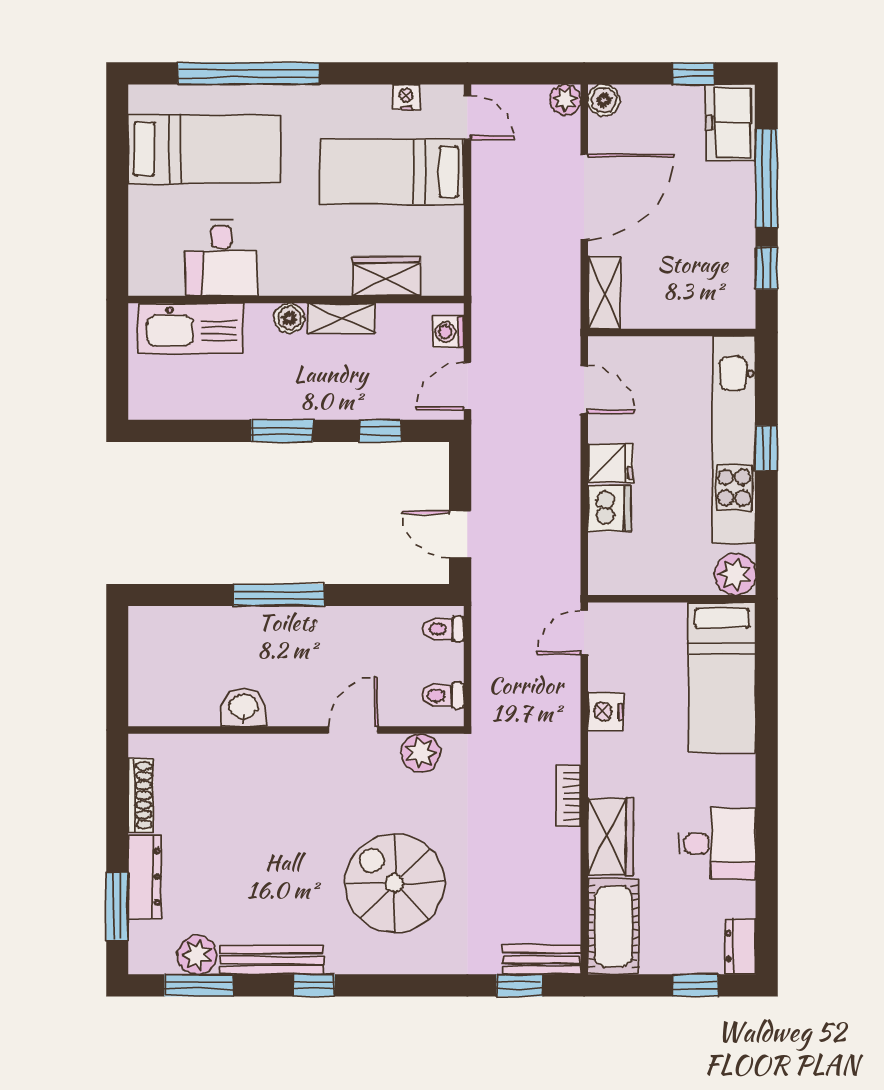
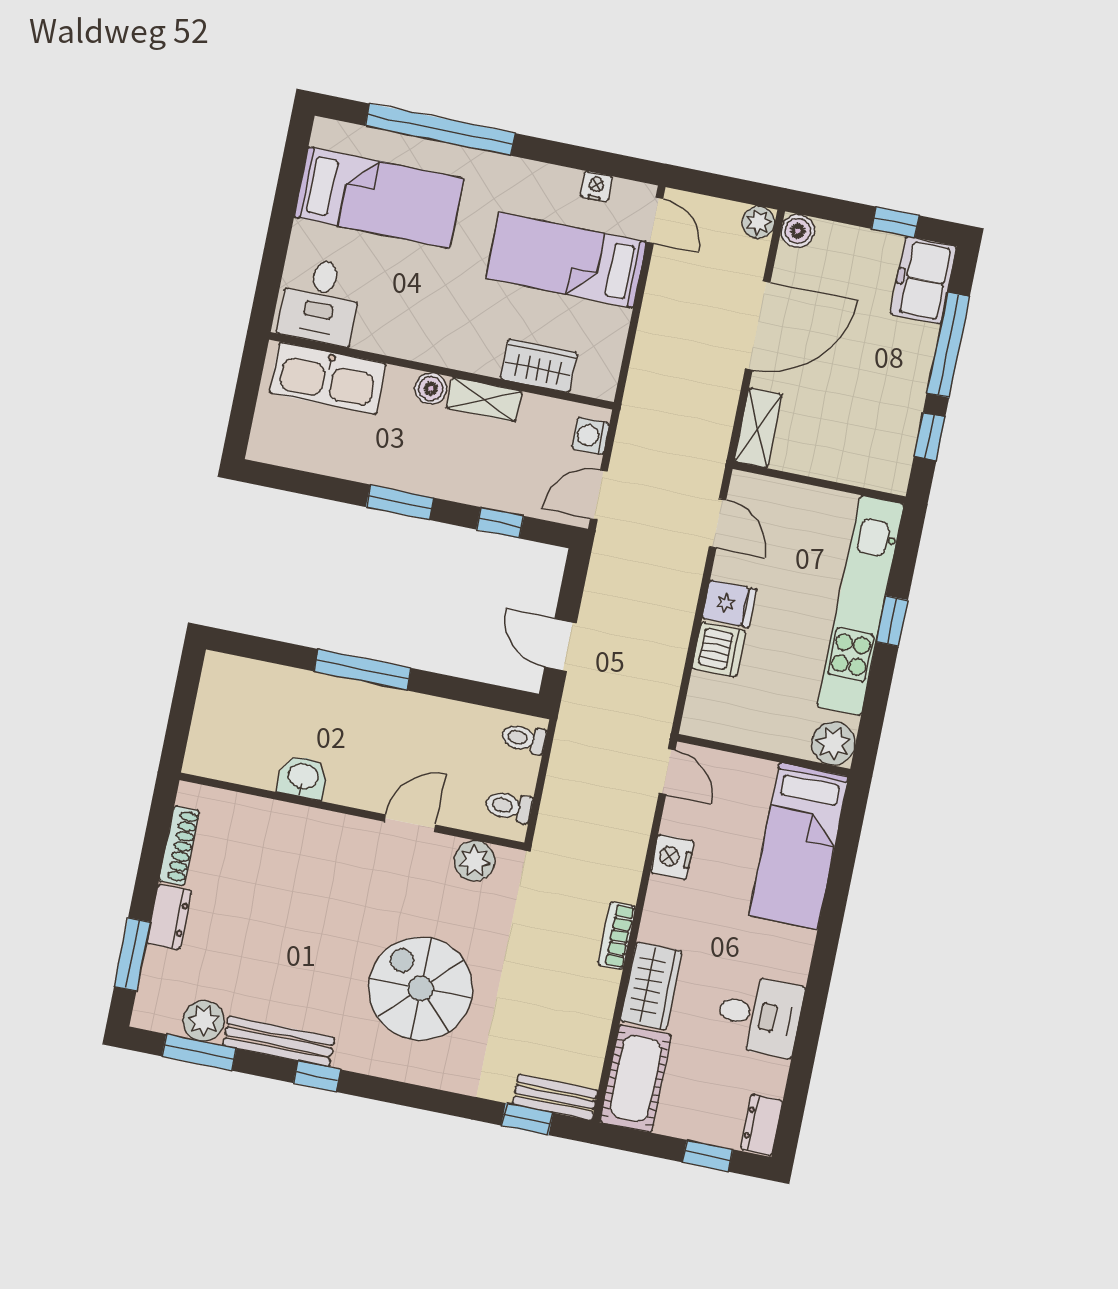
desk: (221, 258) -> (320, 301), moved
door: (584, 633) -> (667, 772), swing flipped
dresser: (145, 877) -> (169, 917), width x0.70

